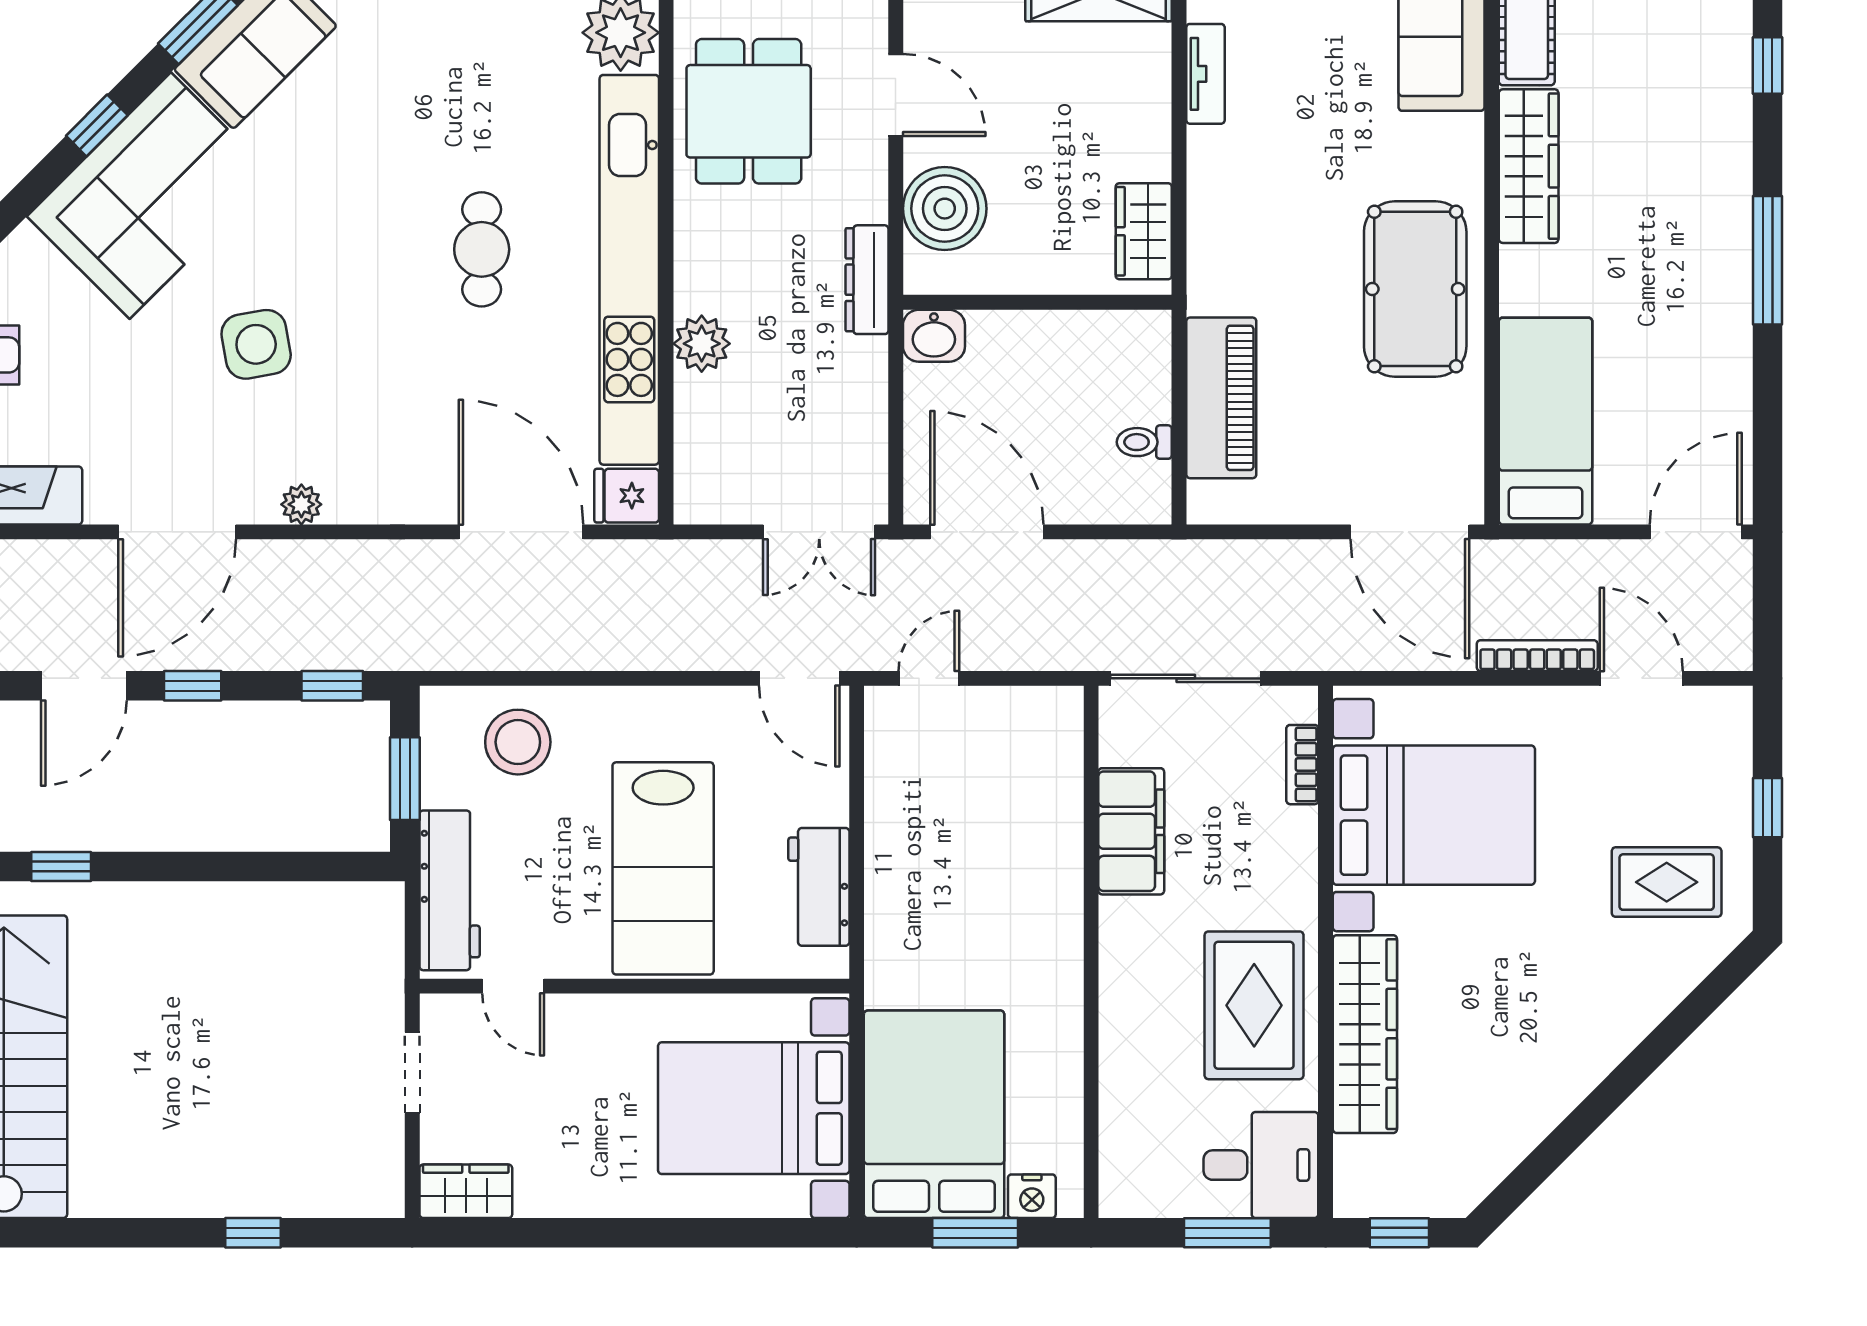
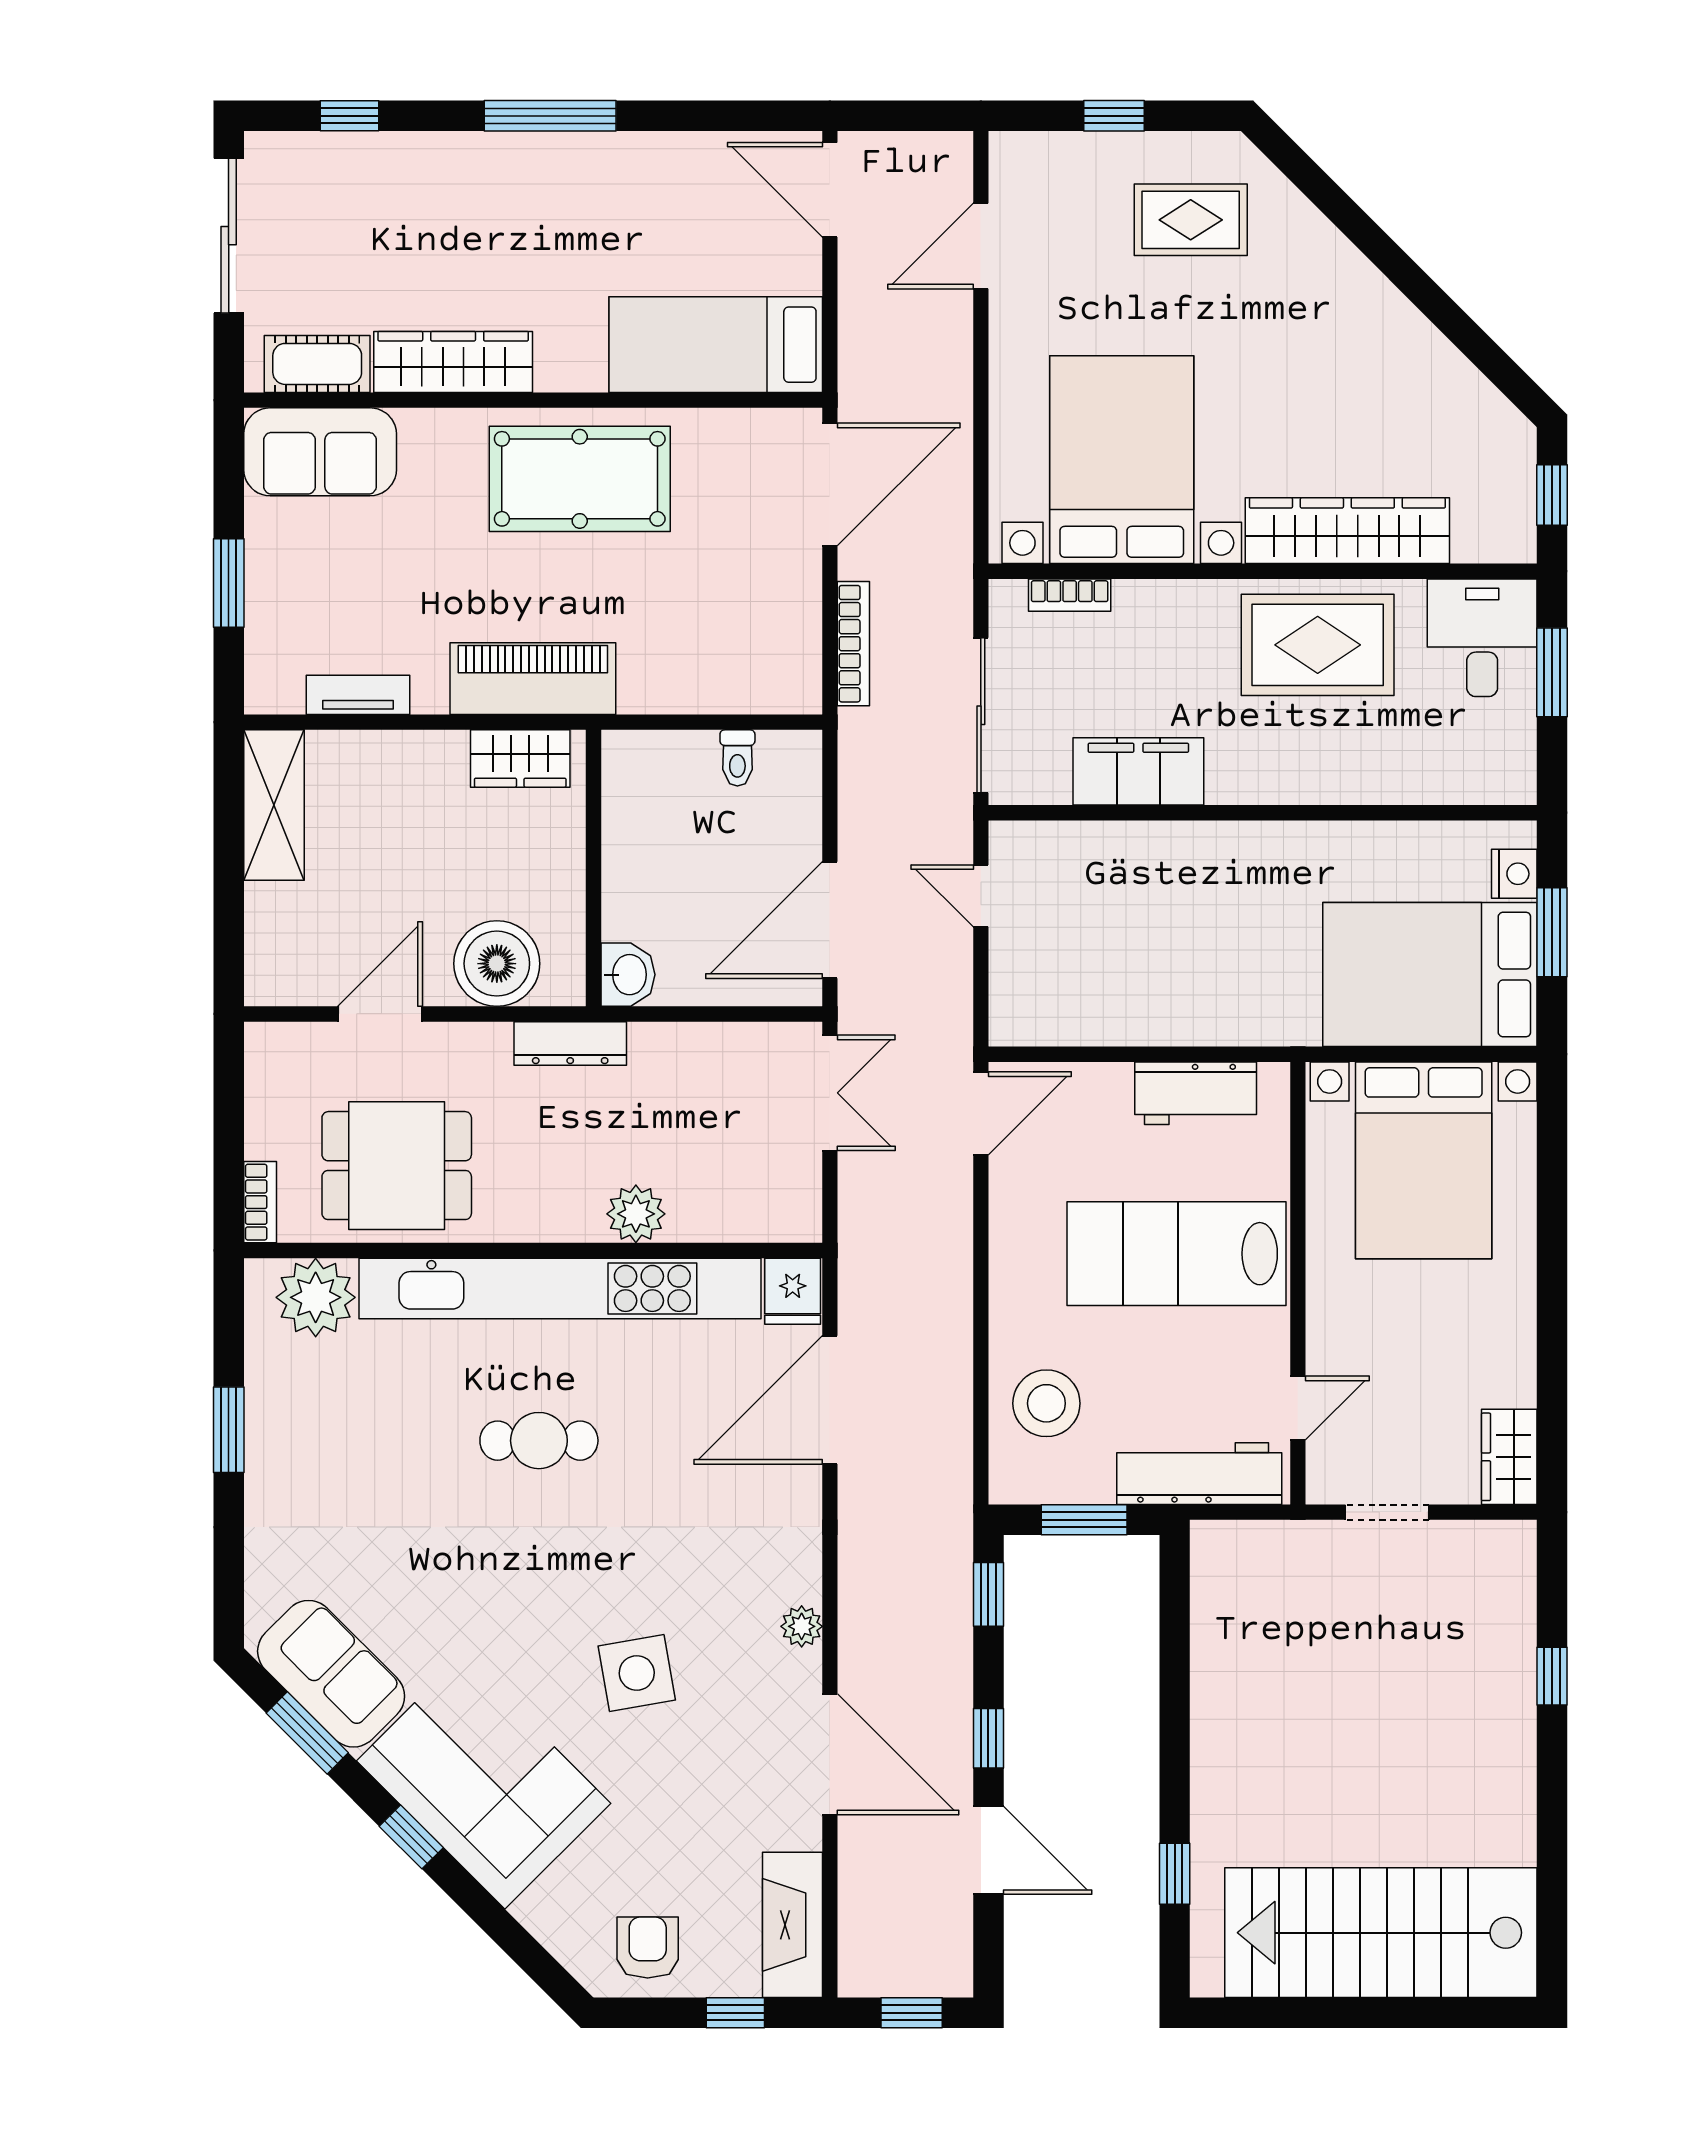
piano: (1221, 398) -> (533, 679), moved
bookcase: (1537, 656) -> (853, 644), moved, turned 180
door: (929, 678) -> (981, 896), moved
lab bench: (663, 868) -> (1177, 1254), turned 180
rug: (1667, 882) -> (1191, 220), turned 90

